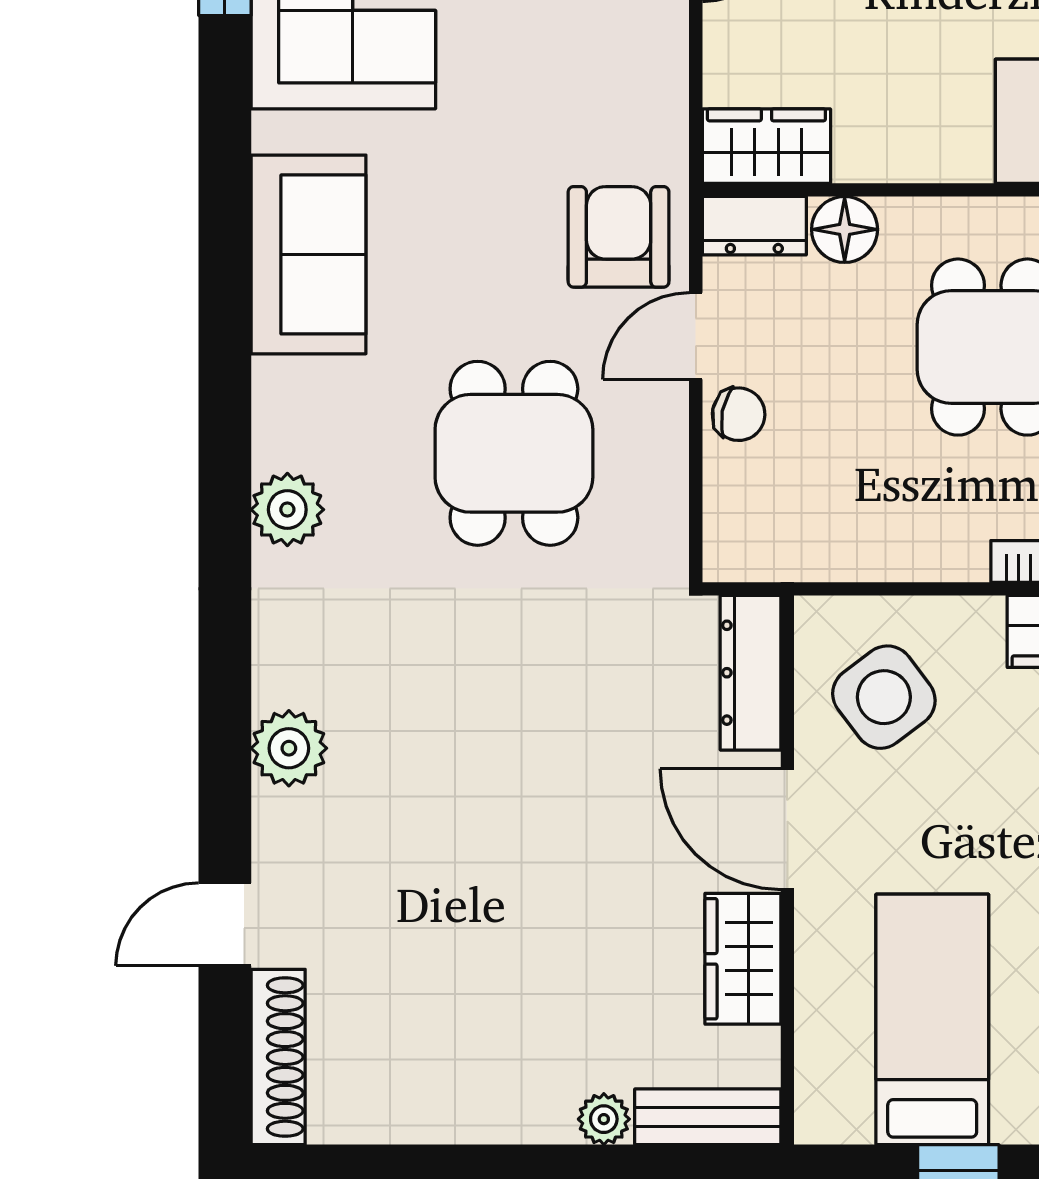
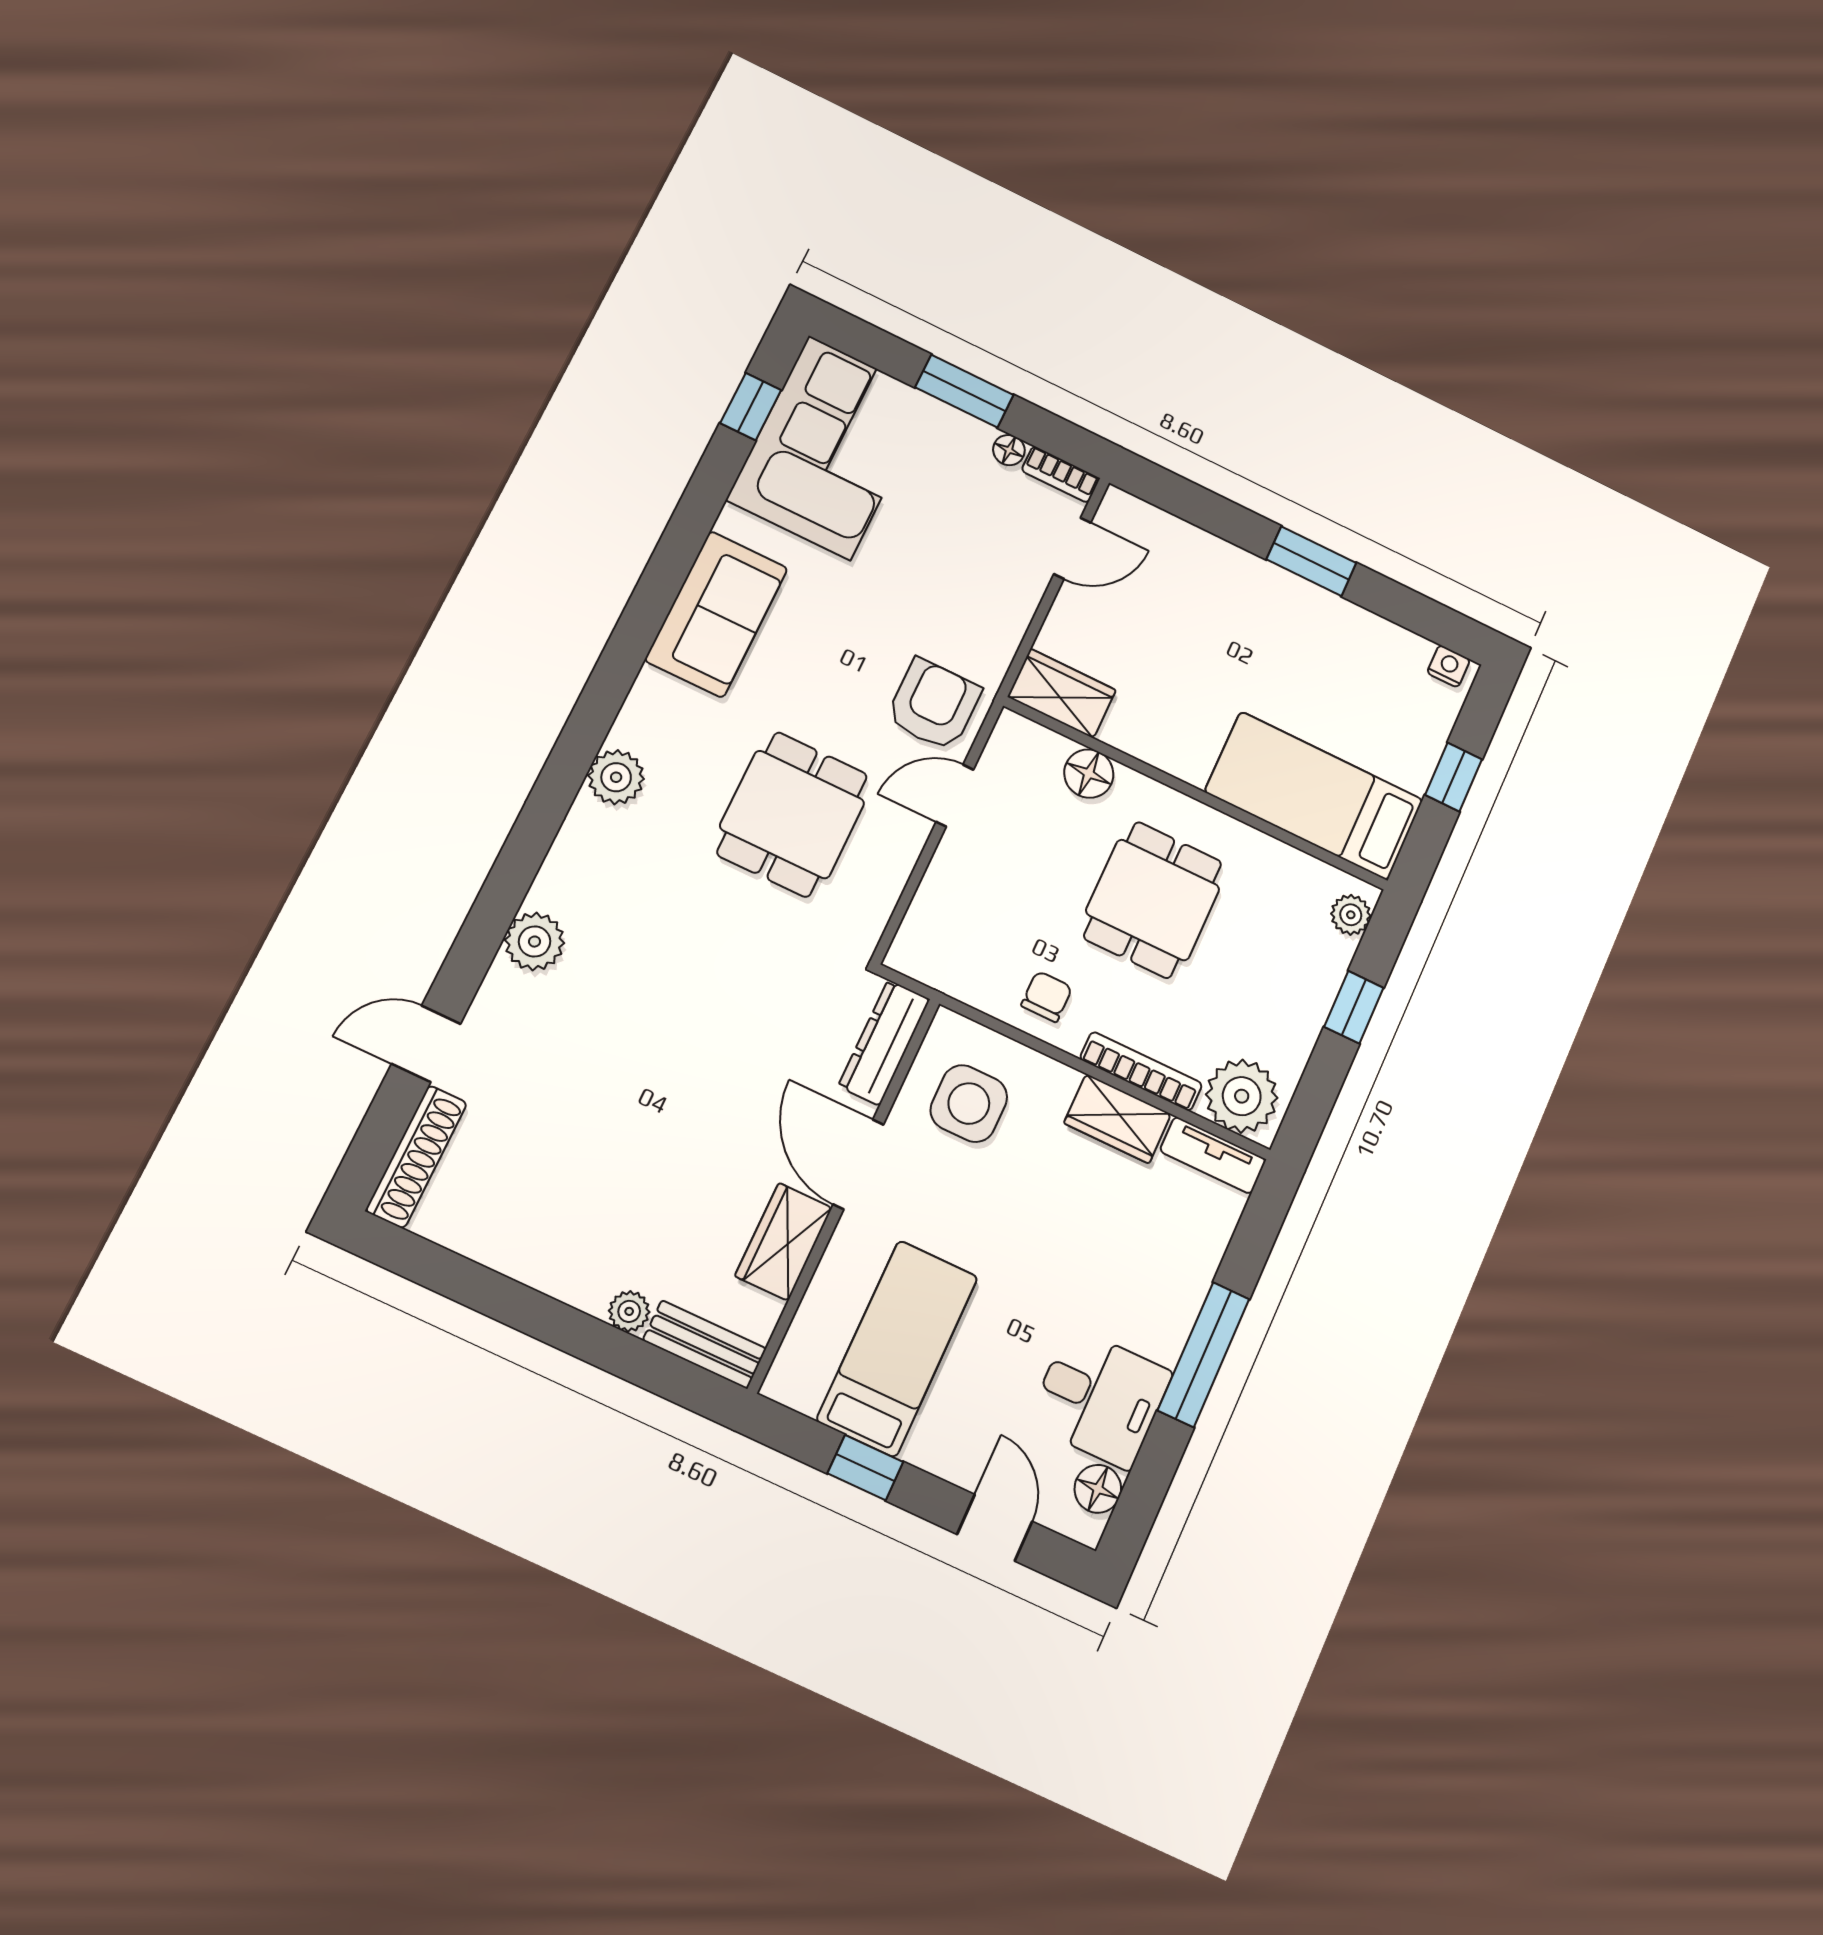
dresser: (754, 226) -> (1029, 742), removed
chair: (739, 414) -> (1047, 997), moved, turned -101
side table: (884, 697) -> (969, 1104), turned 37

